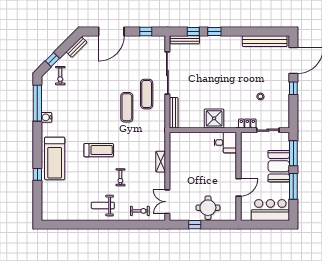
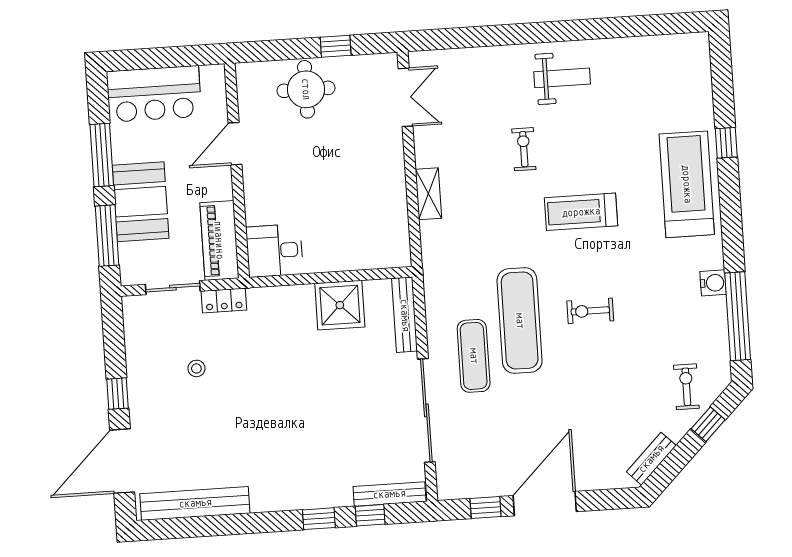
door: (111, 32) -> (545, 504), moved
exercise mat: (127, 107) -> (520, 321), width x1.36, depth x1.45
shower: (214, 118) -> (340, 305), moved
piano: (248, 148) -> (219, 240), added
exercise bike: (140, 211) -> (590, 311), moved

